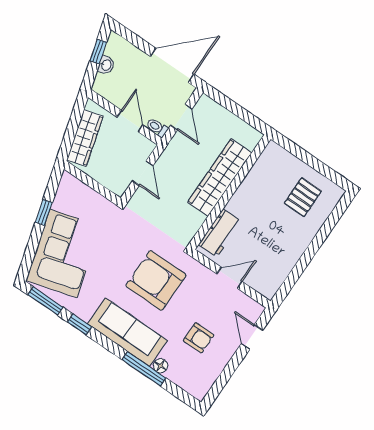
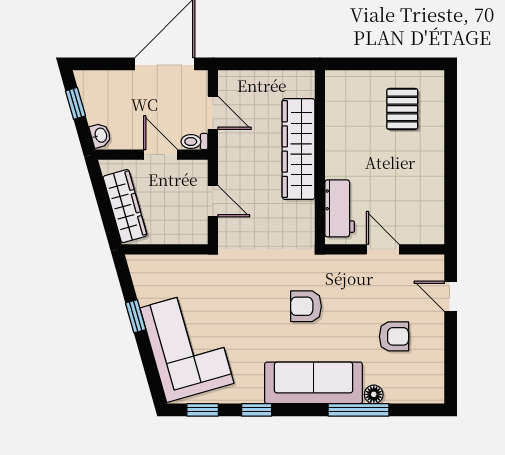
washbasin: (106, 65) -> (100, 135), moved
door: (229, 278) -> (383, 249), hinge flipped
armchair: (156, 280) -> (306, 306), width x0.53, depth x0.53
window: (45, 301) -> (203, 410), width x0.67

